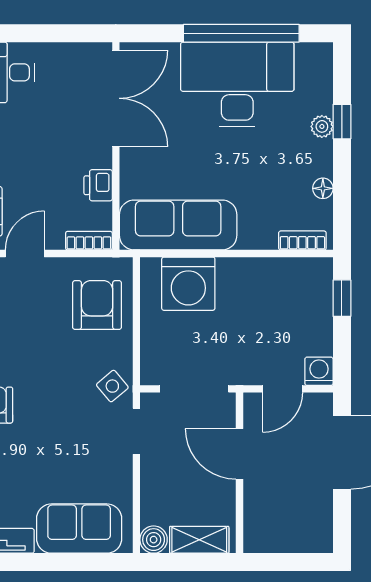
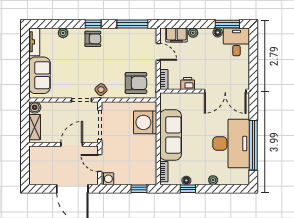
window: (342, 122) -> (188, 189), moved
sofa: (178, 225) -> (171, 135), moved

